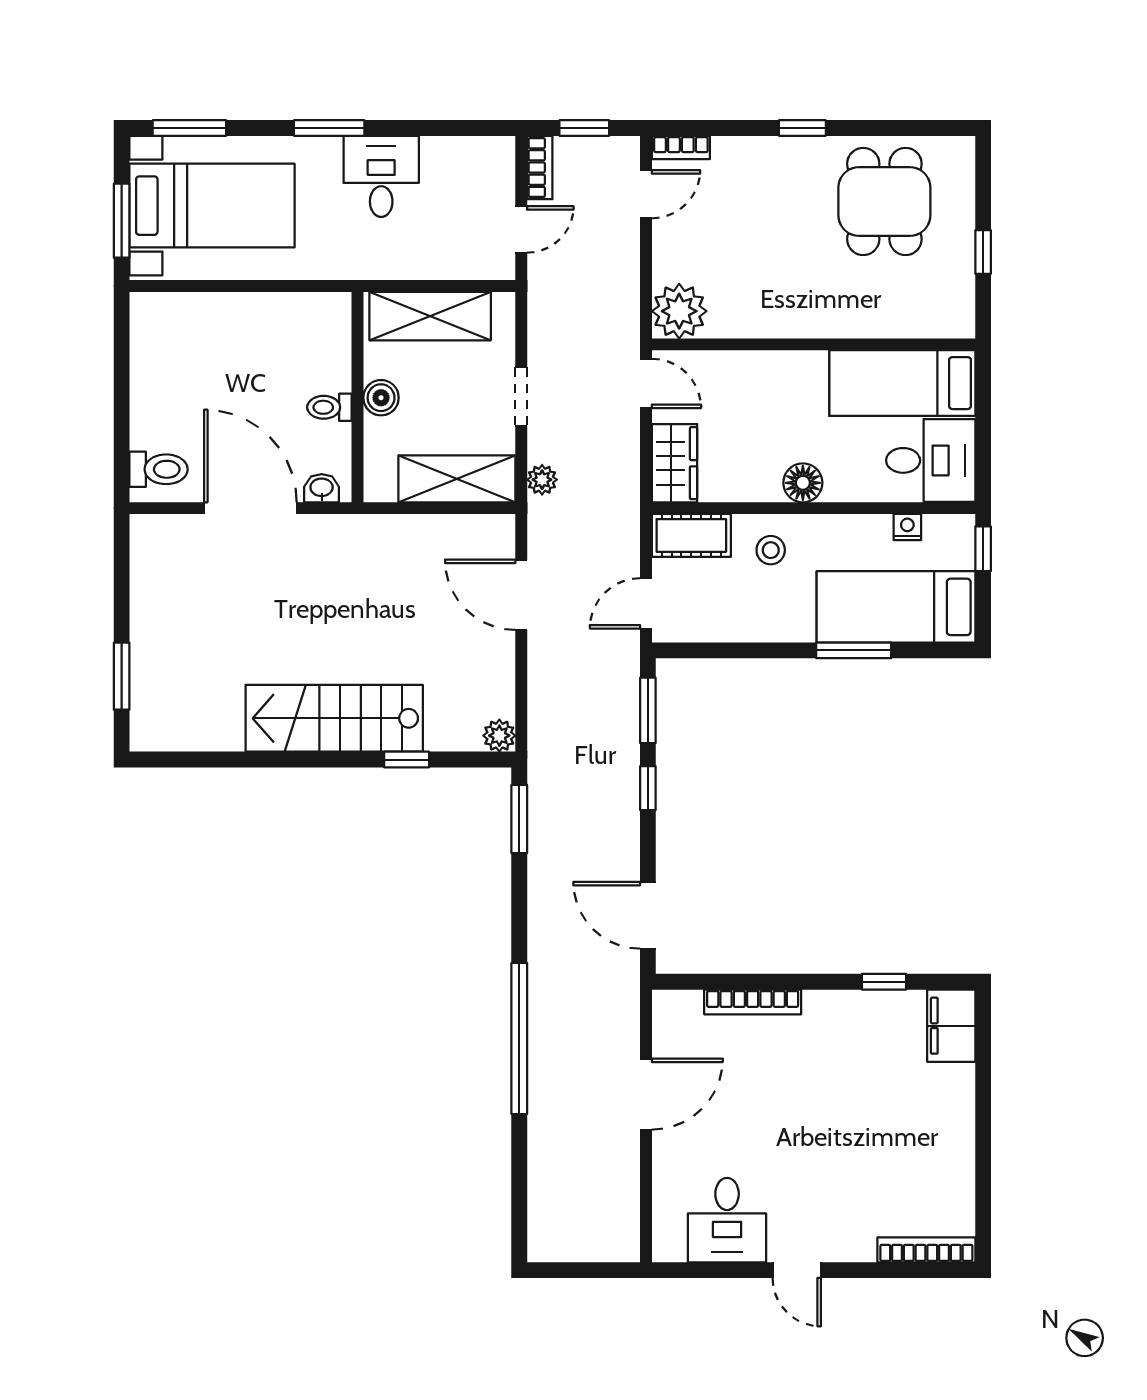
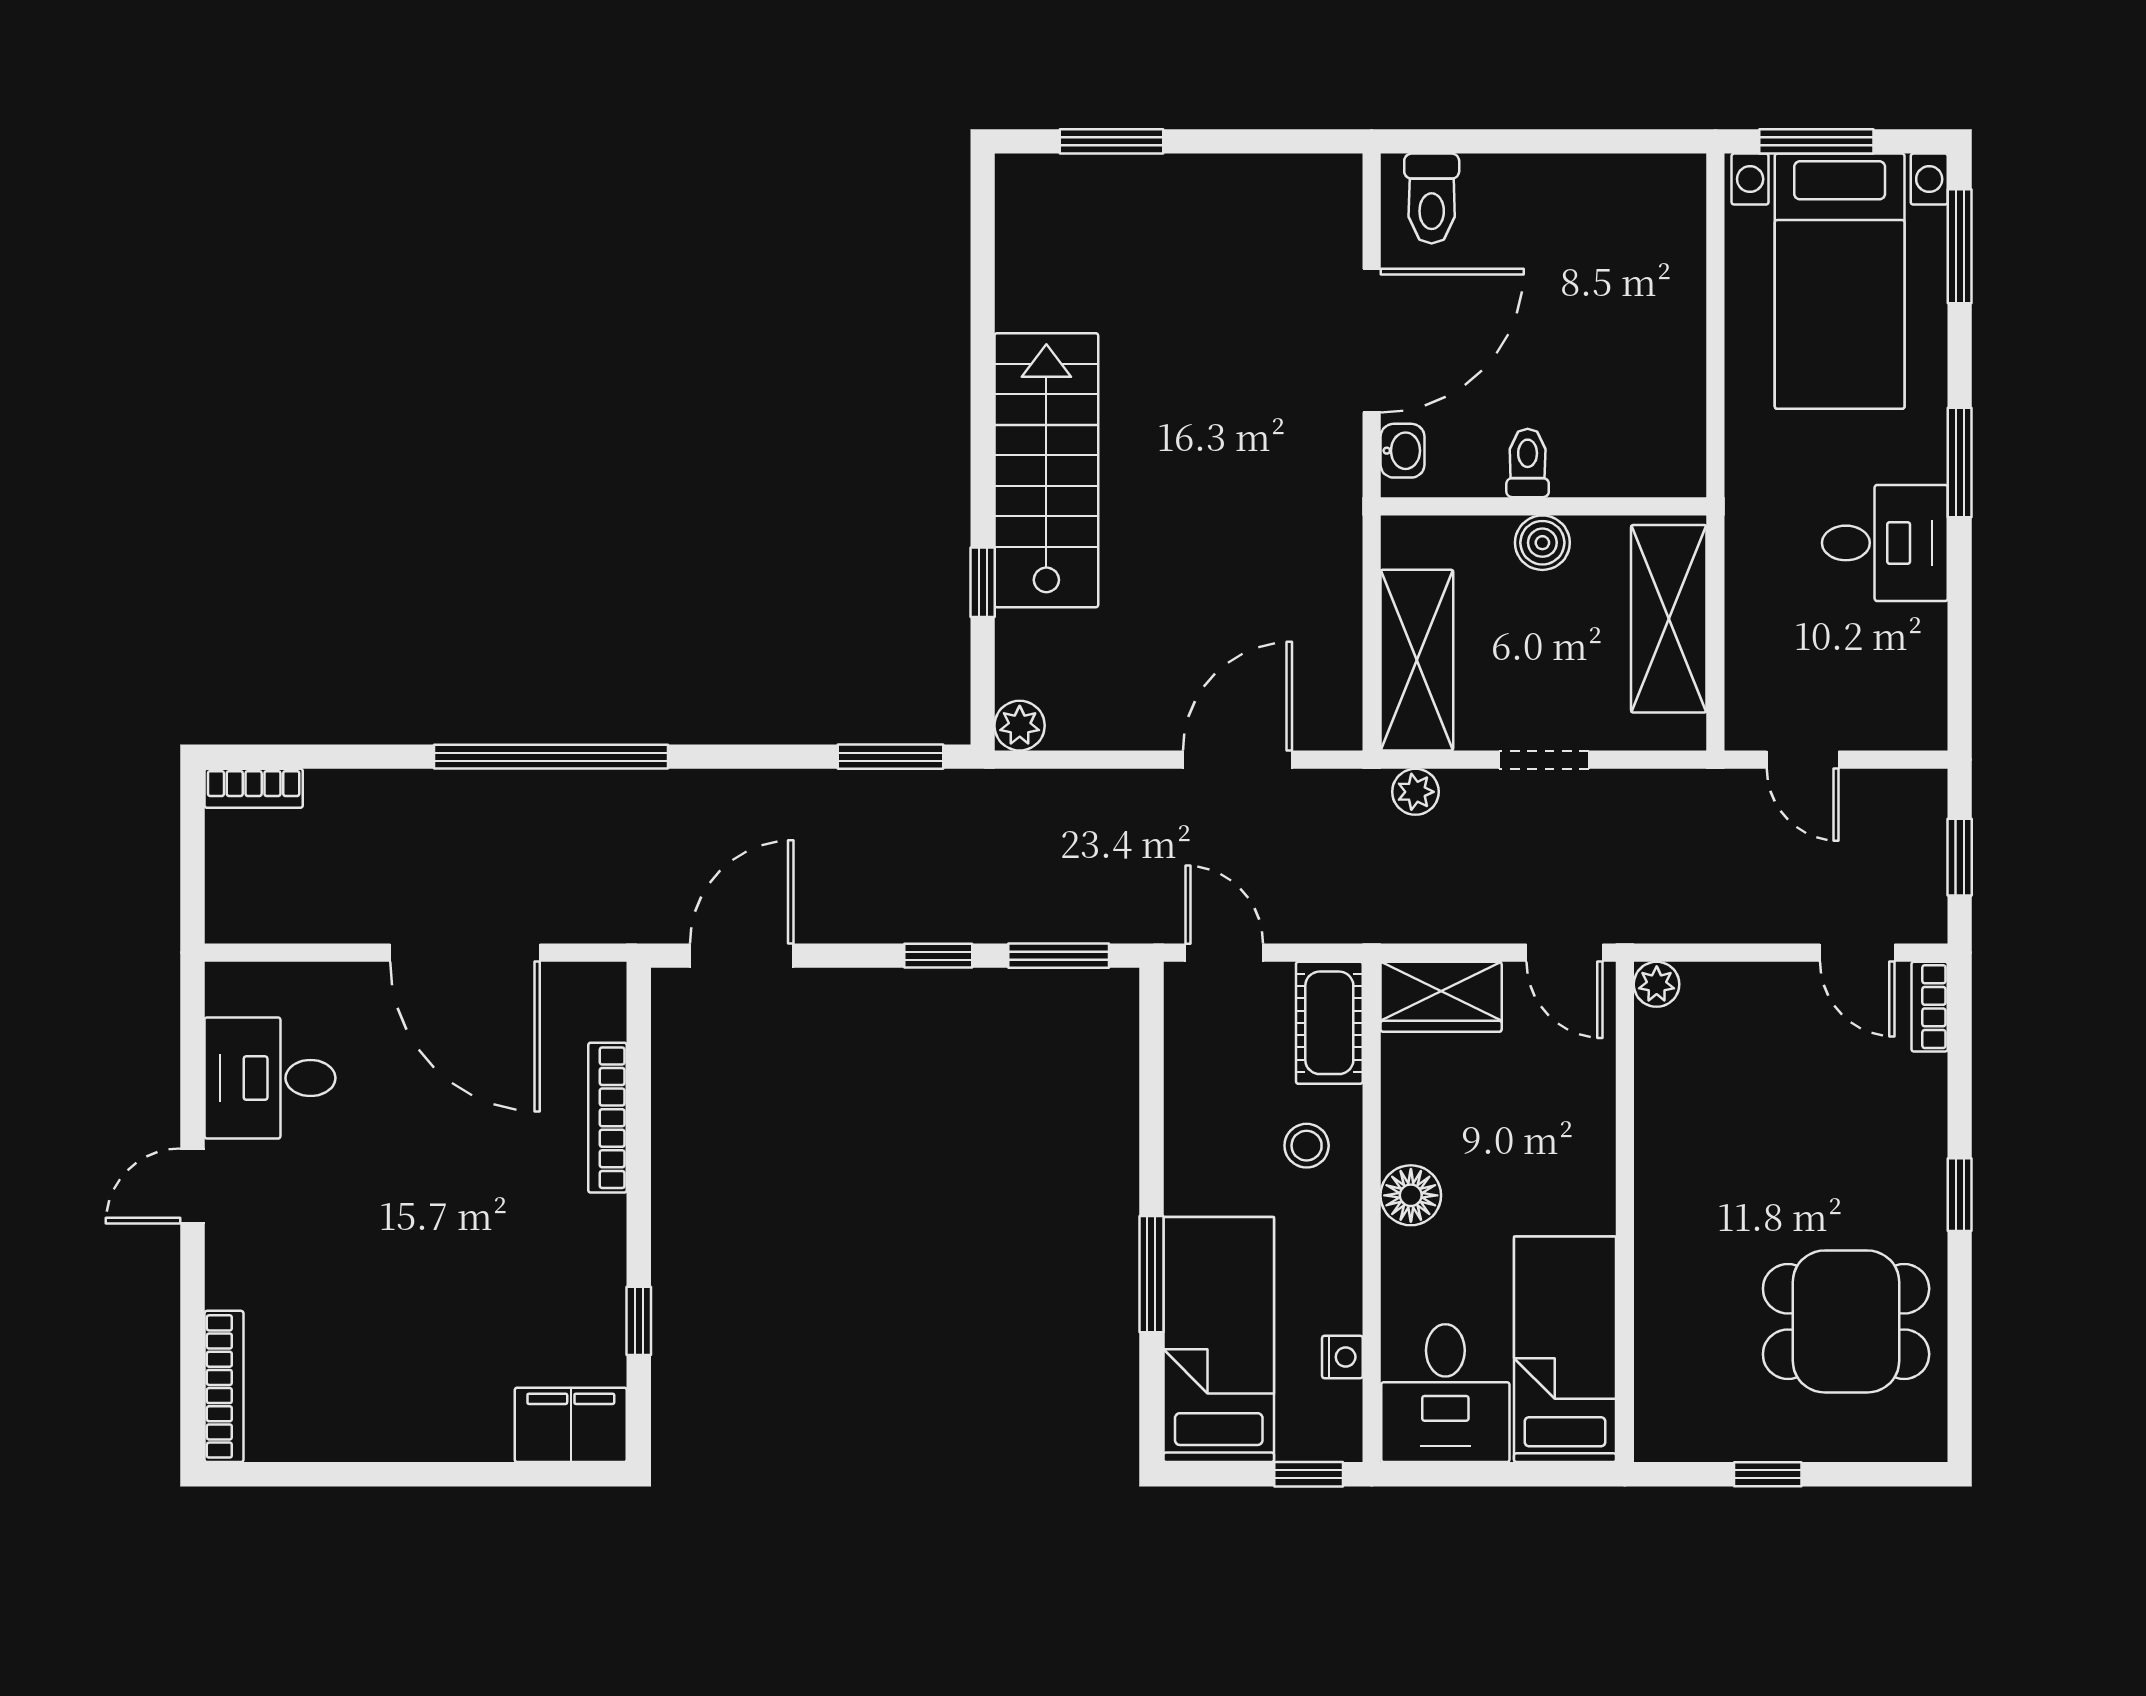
bookcase: (540, 168) -> (254, 788), moved
plant: (679, 311) -> (1657, 984), width x0.53, depth x0.53
door: (646, 383) -> (1564, 953), hinge flipped
door: (646, 1094) -> (465, 953), width x1.36

